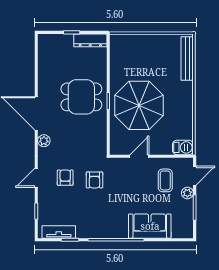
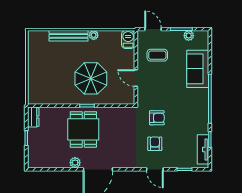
dresser: (90, 40) -> (33, 117), width x0.70
bench: (187, 58) -> (69, 36), moved
parasol: (139, 105) -> (91, 78), width x0.73, depth x0.73
plant: (188, 109) -> (94, 35), added
plant: (44, 141) -> (75, 163), moved
armchair: (65, 178) -> (155, 144), turned 90
plant: (187, 193) -> (189, 36), moved

